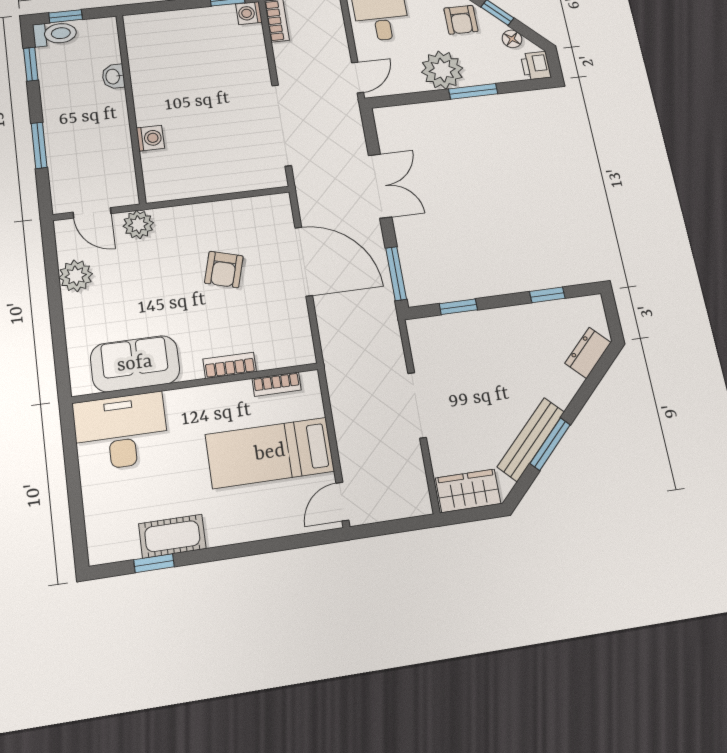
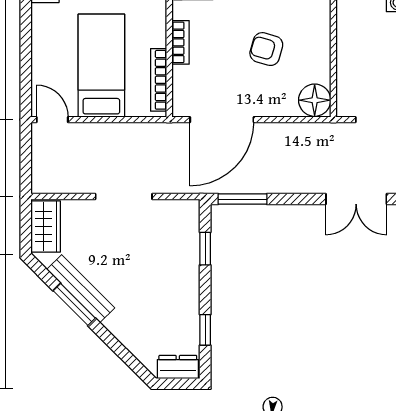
double door: (380, 186) -> (356, 199), moved
floor lamp: (274, 211) -> (315, 100), added
door: (304, 261) -> (222, 120), moved
dresser: (588, 353) -> (178, 367), moved, turned -45
bookcase: (277, 384) -> (159, 80), width x1.56

